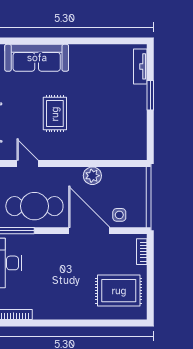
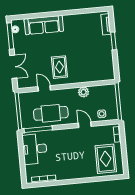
rug: (55, 114) -> (59, 67), moved
door: (89, 231) -> (85, 125), width x0.53
rug: (119, 291) -> (106, 159), turned 90

